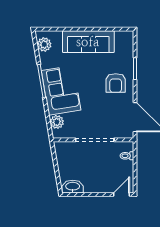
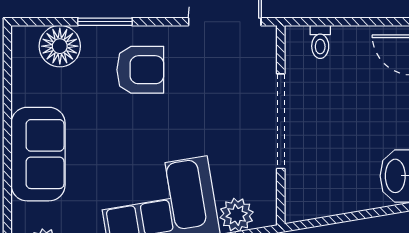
sofa: (88, 42) -> (38, 154), width x0.73
floor lamp: (125, 50) -> (60, 46), added

